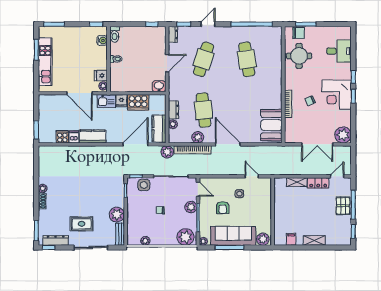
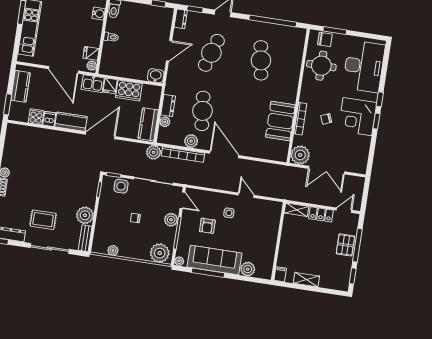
desk: (339, 51) -> (364, 66), width x1.87, depth x1.30
kitchen counter: (45, 113) -> (20, 86), added
booth: (271, 125) -> (280, 121), moved
plant: (343, 135) -> (300, 155), moved
door: (135, 144) -> (100, 135), moved
wall: (273, 211) -> (278, 241), moved

